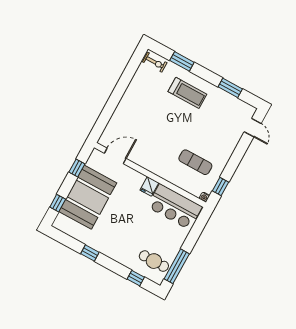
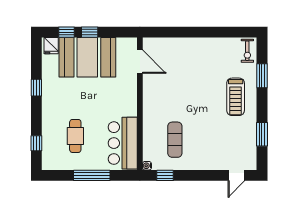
window: (77, 168) -> (90, 32), moved
fridge: (149, 186) -> (51, 46), moved, turned -90
cafe table: (154, 261) -> (75, 136), moved
window: (177, 266) -> (92, 175), moved

